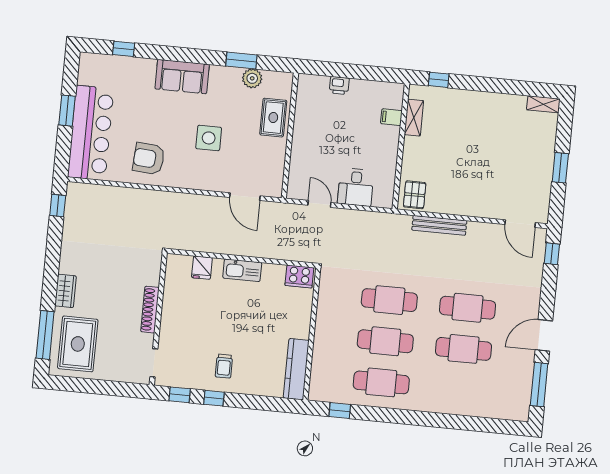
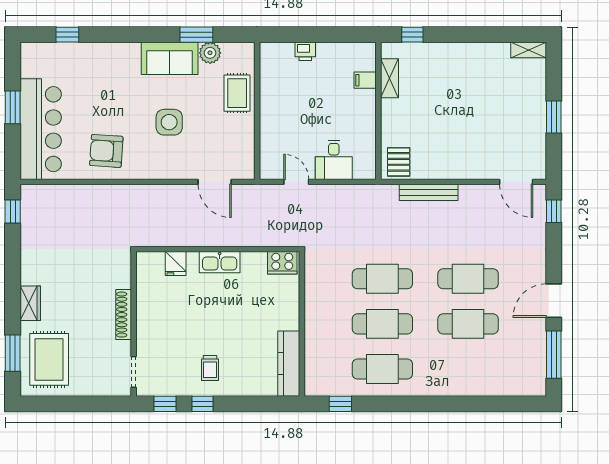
sofa: (182, 77) -> (170, 58), moved
window: (45, 335) -> (13, 353), width x0.69

